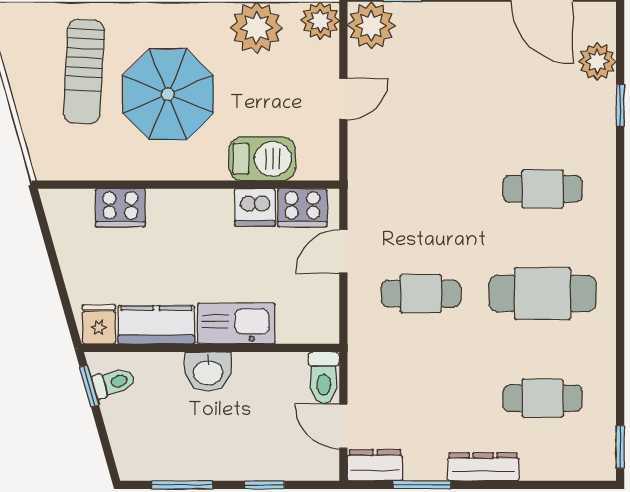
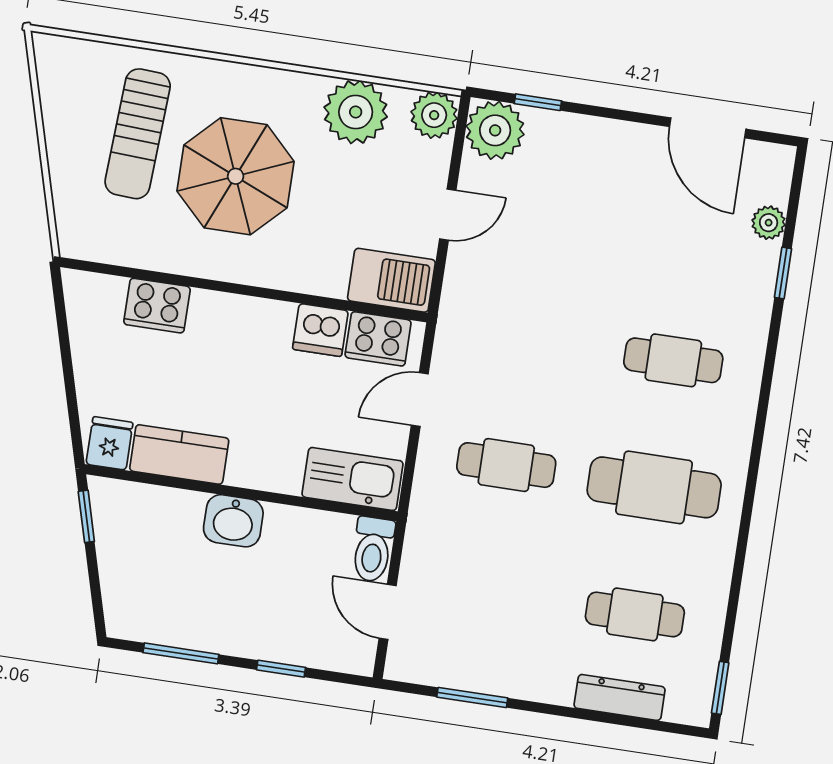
plant: (597, 61) -> (769, 223), width x0.73, depth x0.73
barbecue: (262, 159) -> (391, 280), moved
kitchen sink: (236, 323) -> (353, 479), moved
toilet: (114, 383) -> (117, 517), removed
dresser: (375, 465) -> (419, 665), removed
dresser: (483, 467) -> (620, 697), moved

